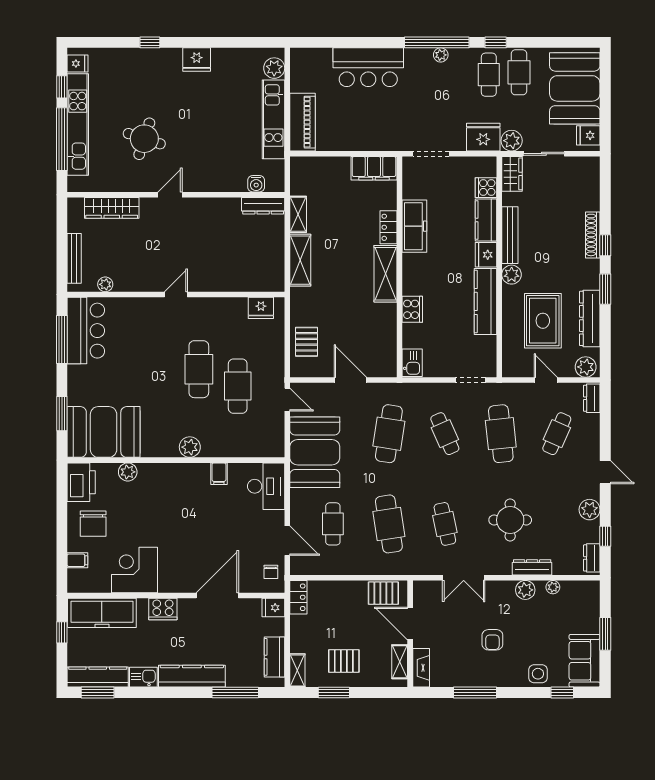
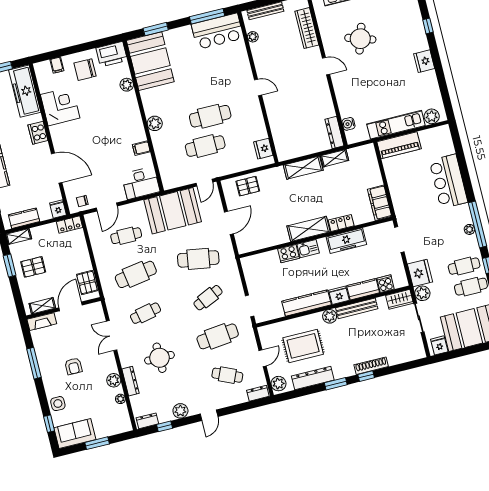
kitchen sink: (412, 363) -> (308, 249), moved
armchair: (492, 640) -> (74, 366), turned -90
pallet: (344, 661) -> (33, 267), turned 90

